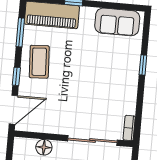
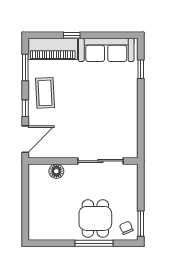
sofa: (117, 22) -> (106, 50), width x1.36
window: (143, 65) -> (141, 69), moved
bookcase: (129, 128) -> (133, 146), removed

